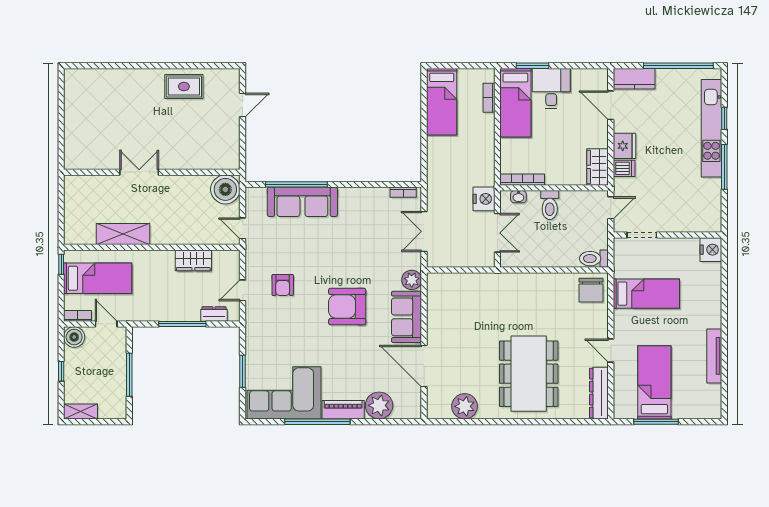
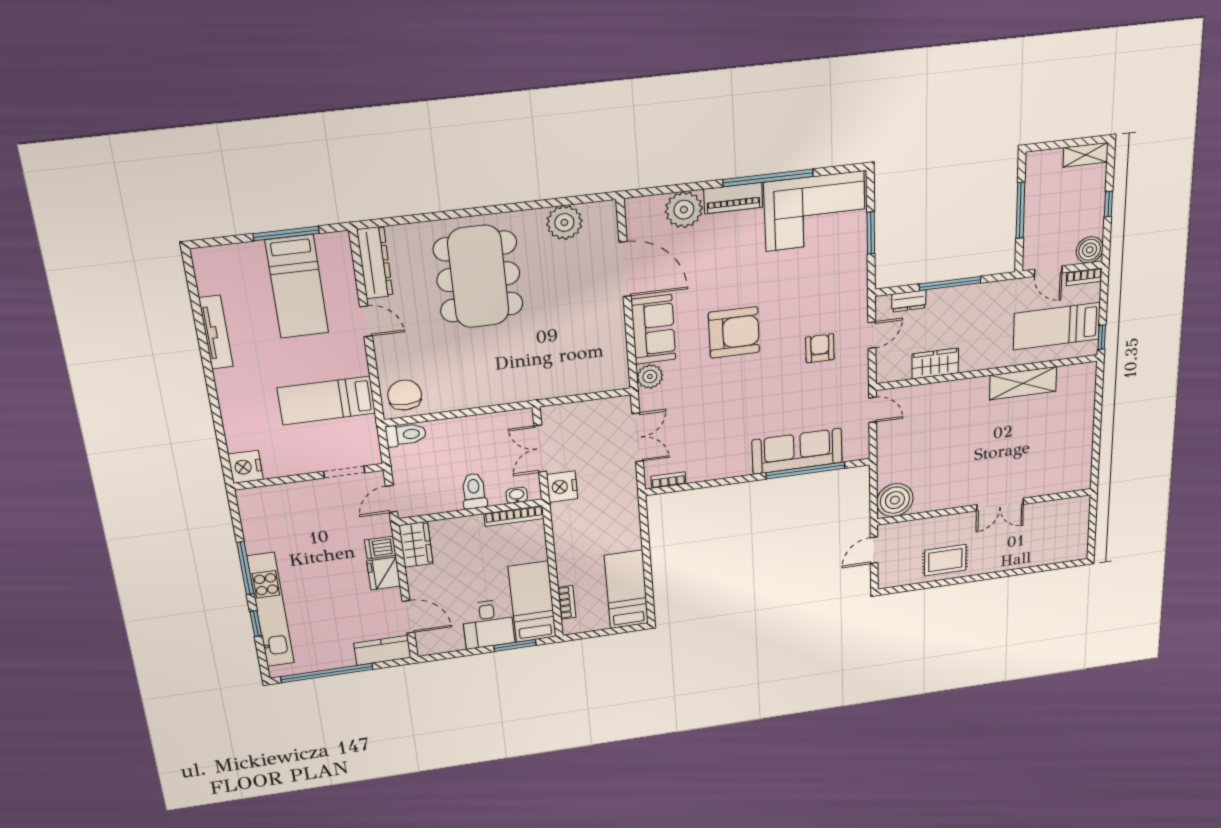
double door: (139, 172) -> (1000, 505), moved
wall: (152, 172) -> (985, 507), moved
boiler: (225, 189) -> (895, 500), moved

